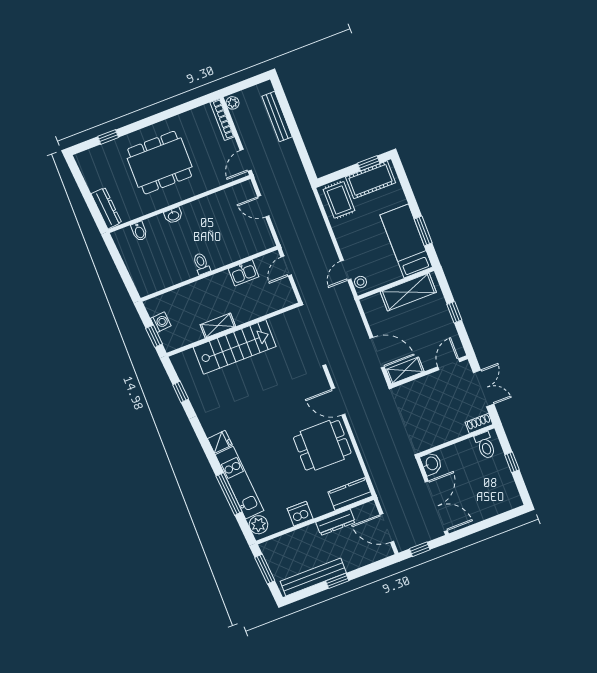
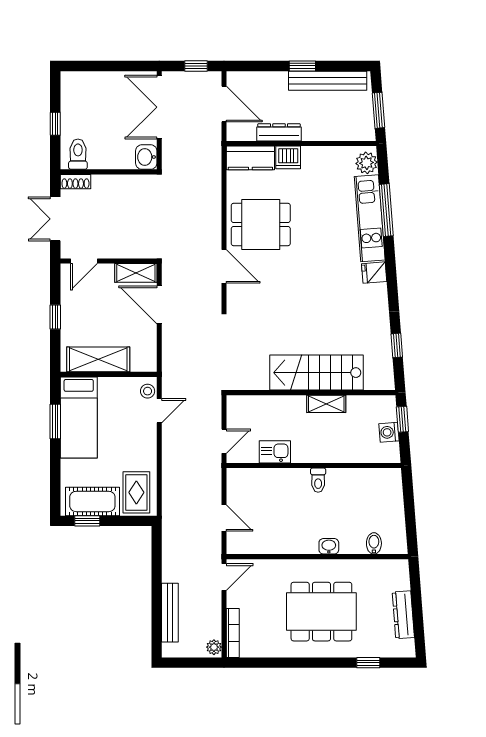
dresser: (106, 208) -> (403, 615), moved
dishwasher: (300, 514) -> (288, 157), moved

